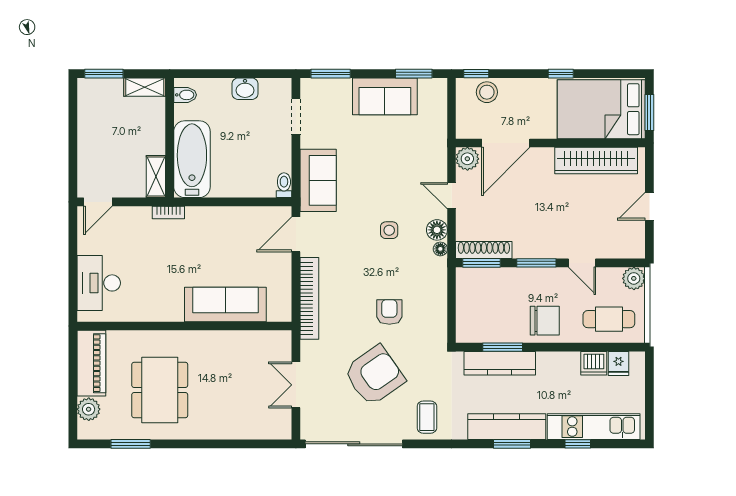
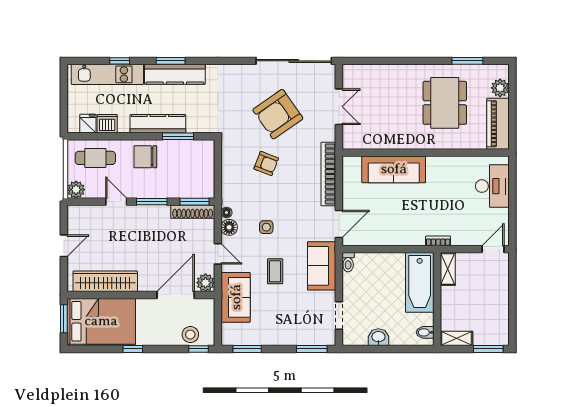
sofa: (385, 96) -> (236, 297), moved, turned 90
armchair: (389, 312) -> (266, 164), turned -69
kitchen counter: (500, 363) -> (158, 124), moved
coffee table: (427, 417) -> (275, 271), moved

